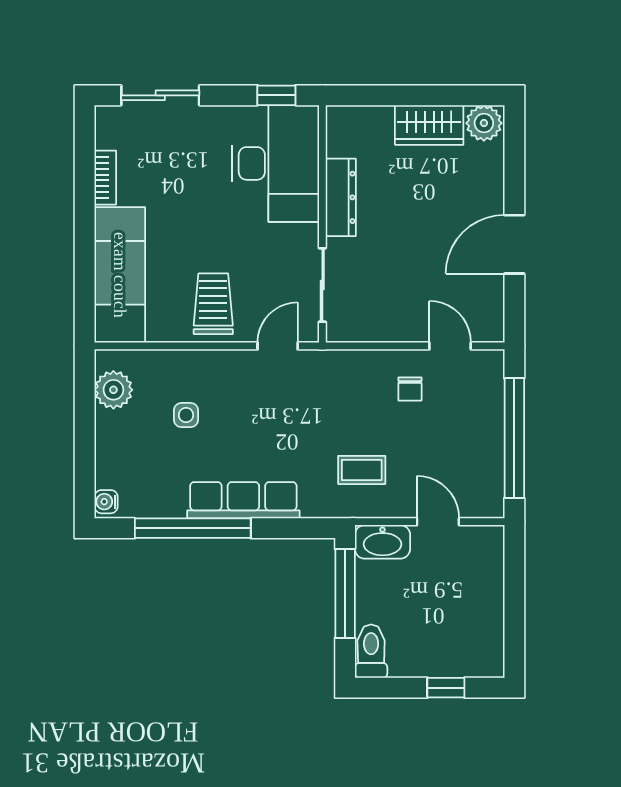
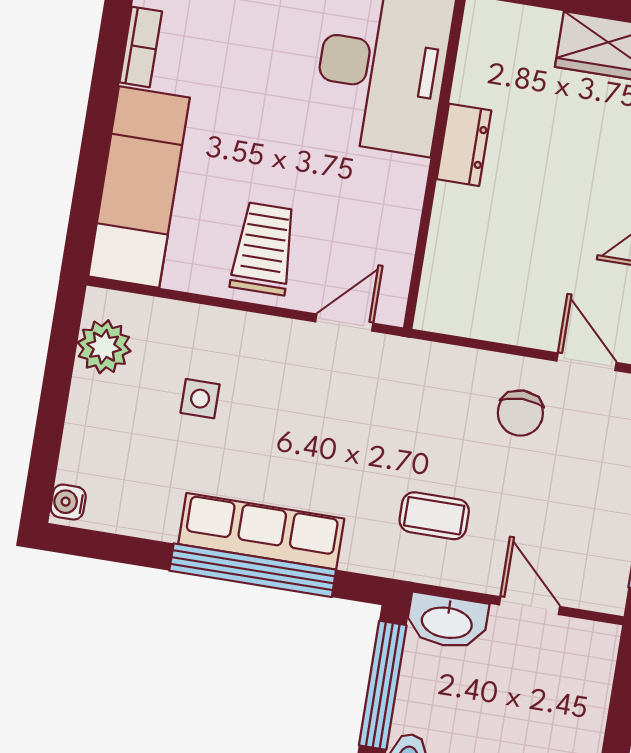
dresser: (341, 197) -> (464, 145), width x0.70
sliding door: (322, 285) -> (421, 247), removed
chair: (410, 389) -> (520, 413), width x1.37, depth x1.37
window: (193, 528) -> (253, 570), moved

